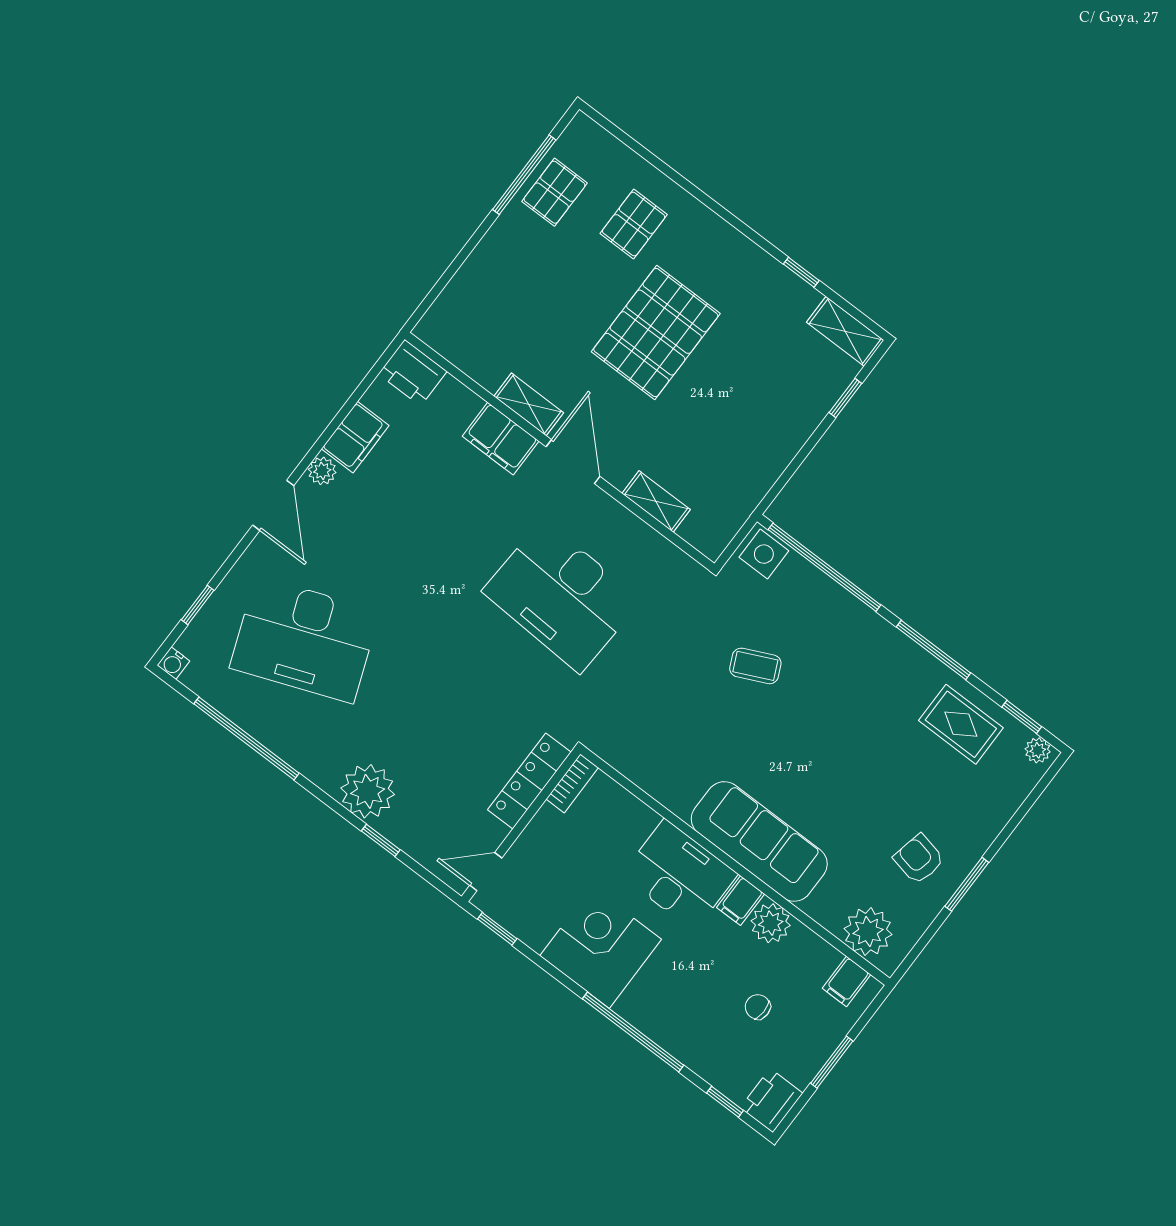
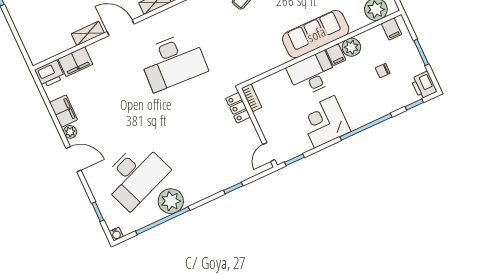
filing cabinet: (501, 439) -> (75, 62), moved
locker: (529, 781) -> (238, 108), width x0.66
plant: (368, 791) -> (171, 201), moved

